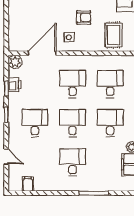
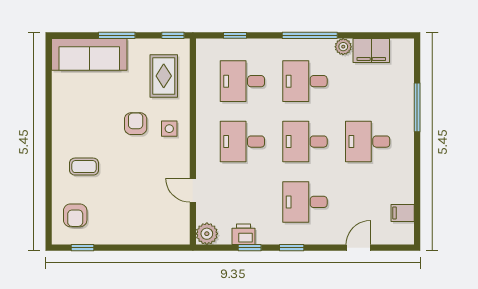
rug: (113, 35) -> (164, 76), turned 90
side table: (69, 37) -> (169, 129), moved
door: (42, 53) -> (193, 190), width x0.53

